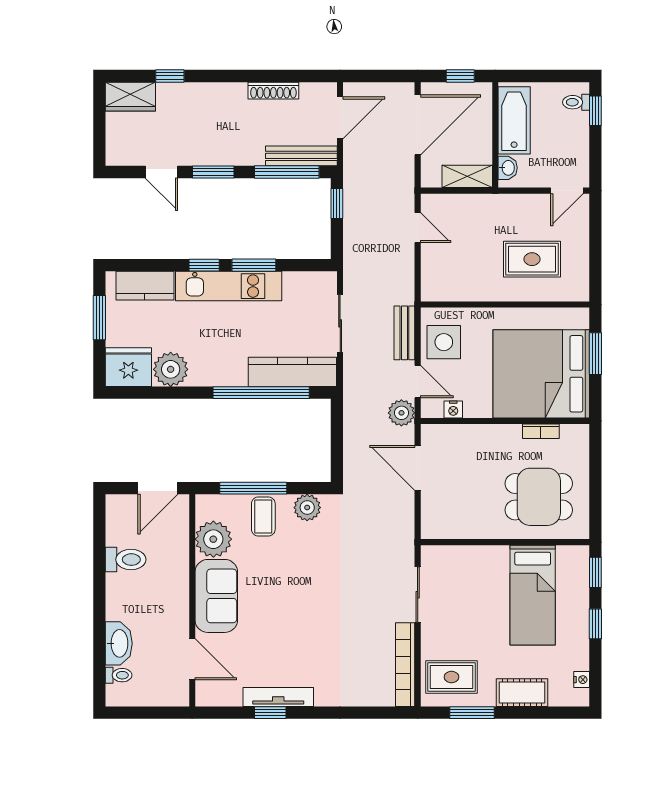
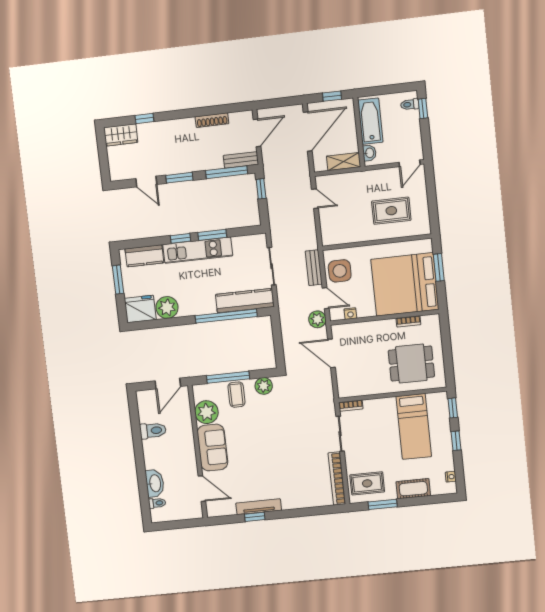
bench: (301, 156) -> (241, 160), width x0.73
bookcase: (439, 552) -> (351, 406), added

